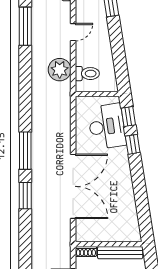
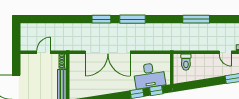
window: (25, 26) -> (196, 19), moved
door: (73, 32) -> (225, 52), moved
plant: (60, 70) -> (189, 43), removed

